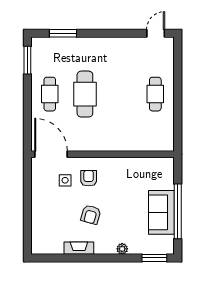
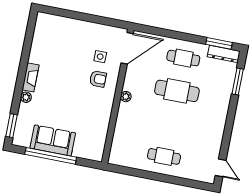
dresser: (37, 53) -> (224, 54), added
plant: (101, 146) -> (126, 97), added
armchair: (91, 215) -> (63, 74), removed
fireplace: (79, 248) -> (30, 77), moved

